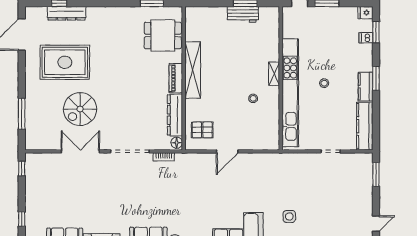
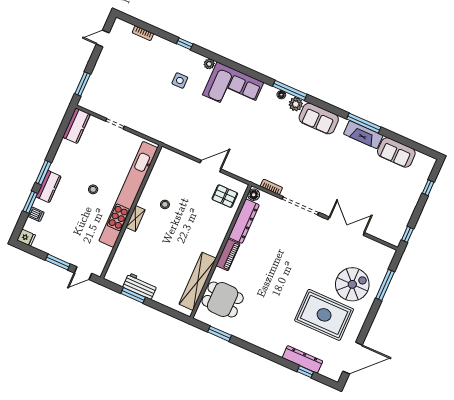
window: (376, 32) -> (30, 202), moved
shelving: (193, 70) -> (198, 281), moved
kitchen counter: (366, 87) -> (49, 187), moved
spiral stairs: (80, 109) -> (352, 284), moved
kitchen counter: (365, 126) -> (76, 126), width x0.67
double door: (80, 151) -> (346, 226), swing flipped

